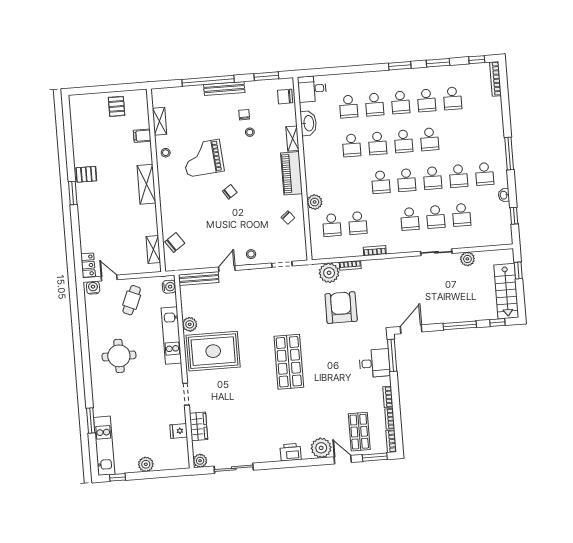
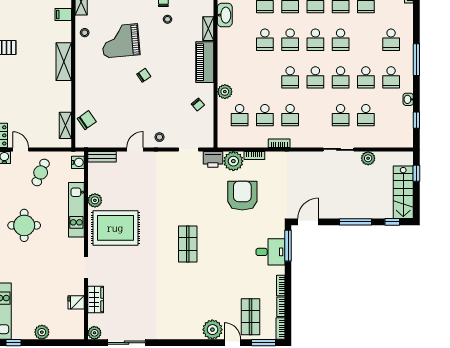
school desk: (481, 135) -> (391, 40), added
school desk: (410, 219) -> (290, 115), moved
bench: (199, 279) -> (102, 157), width x0.73
shop shelf: (289, 362) -> (188, 244), width x0.70, depth x0.74
printer: (291, 452) -> (213, 159), moved, turned 180

